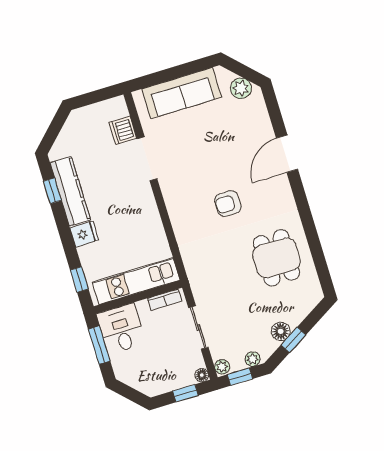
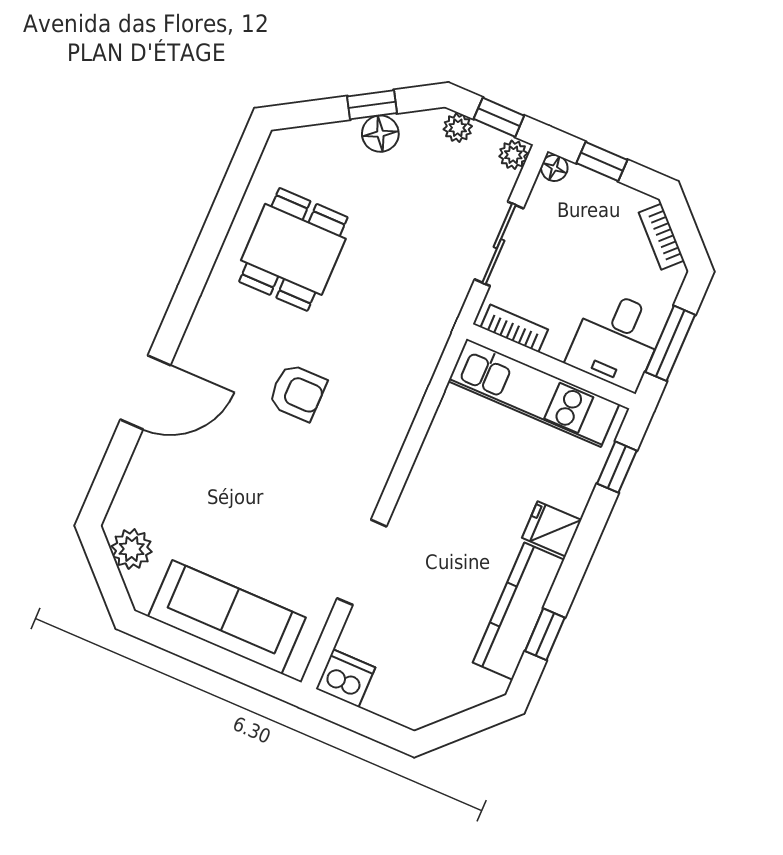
dishwasher: (123, 130) -> (346, 678), moved, turned -90
bookcase: (138, 384) -> (662, 237), added

